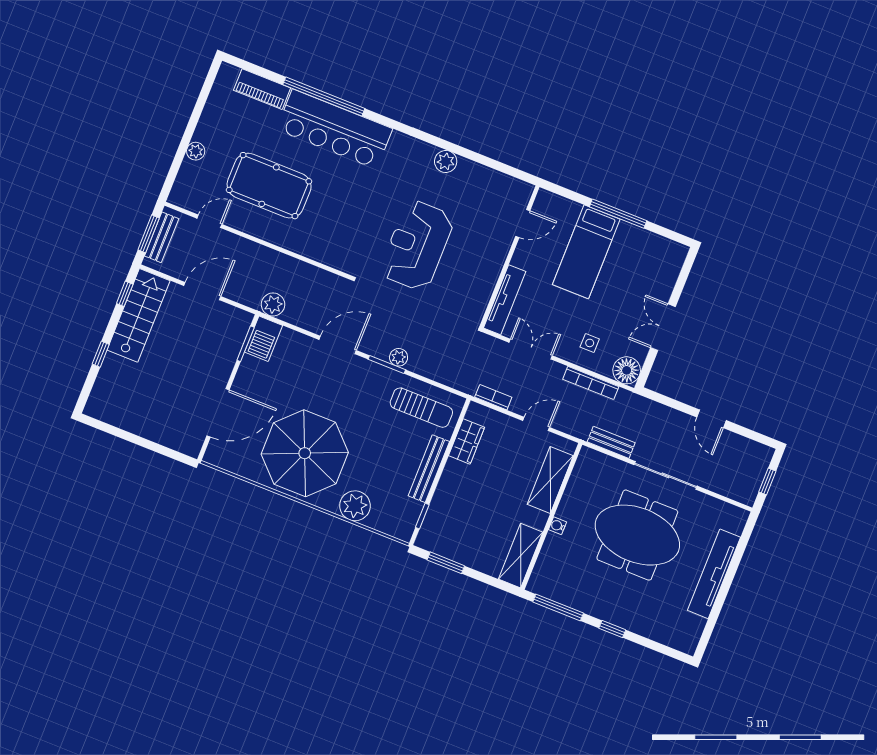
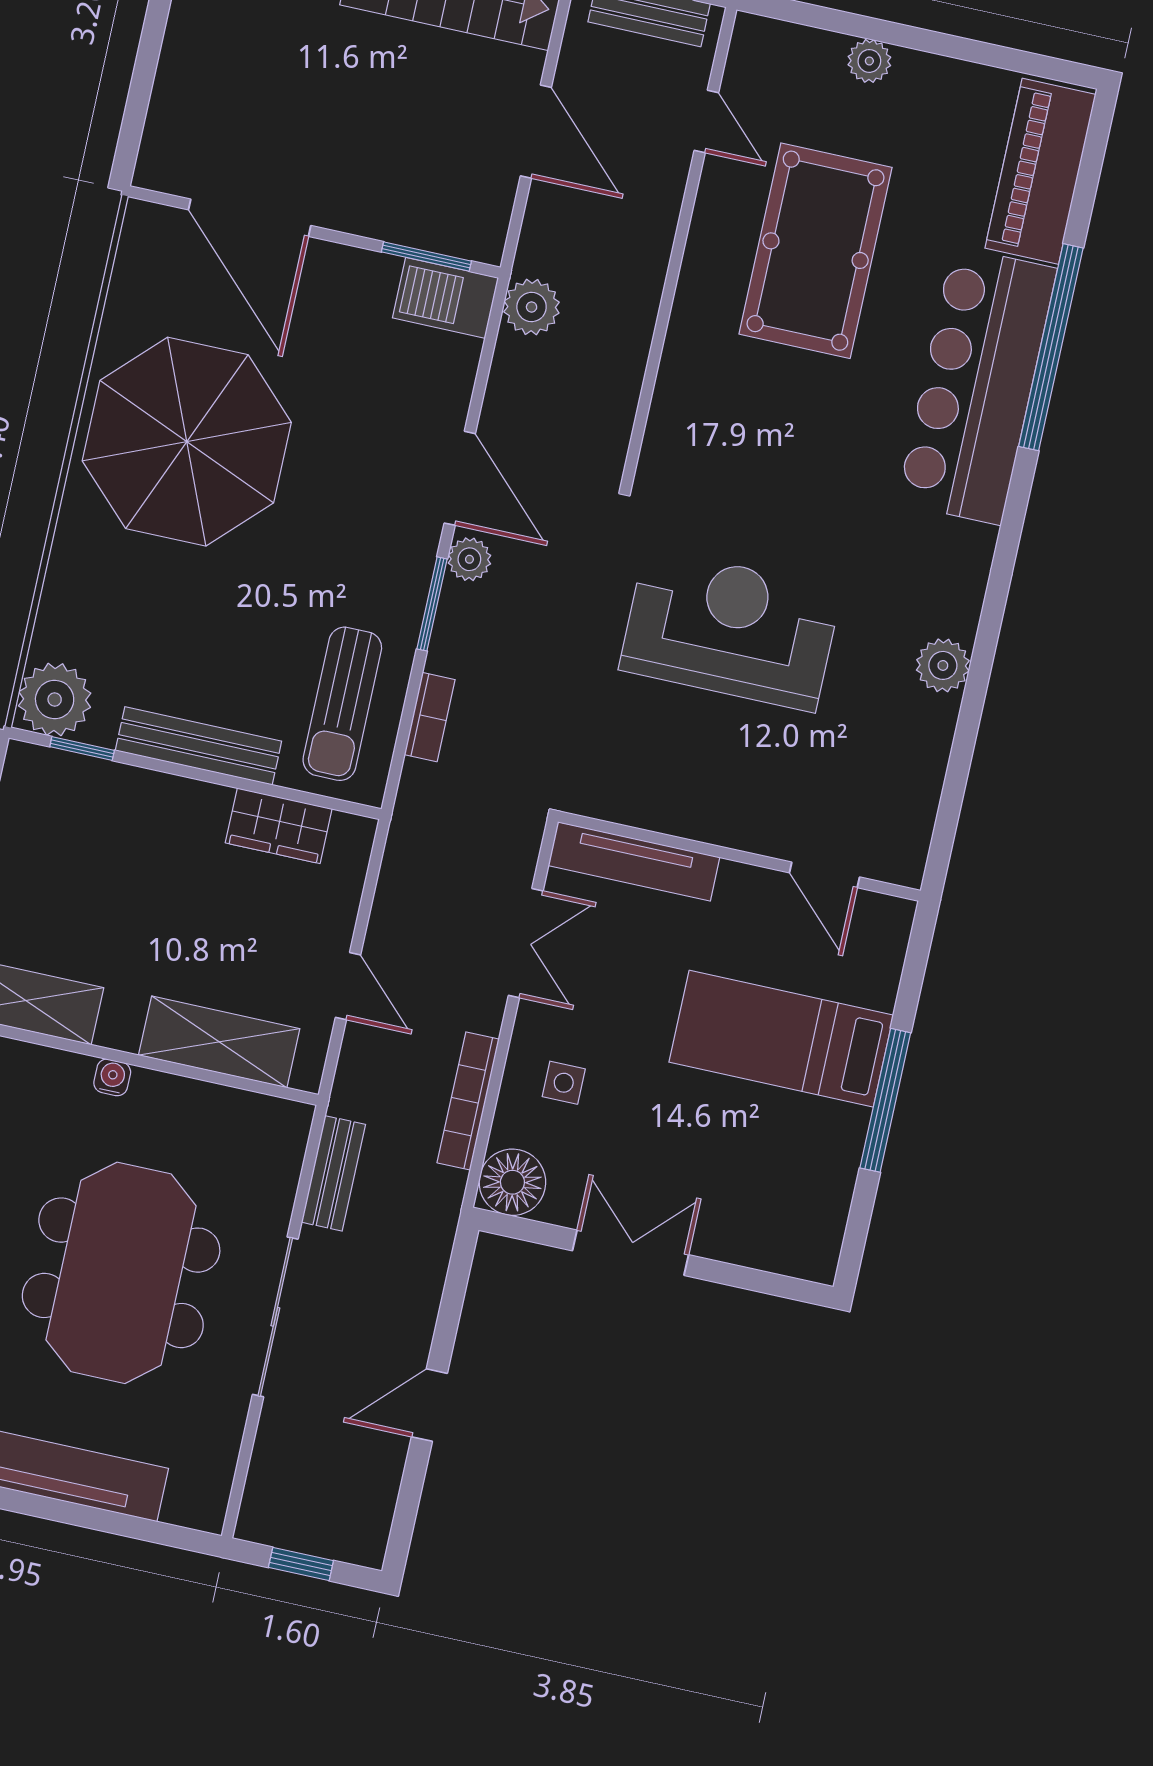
piano: (262, 89) -> (1040, 171), width x1.37, depth x1.33
plant: (399, 357) -> (469, 559), moved
bookcase: (493, 397) -> (430, 717), moved
plant: (355, 506) -> (55, 699), moved

